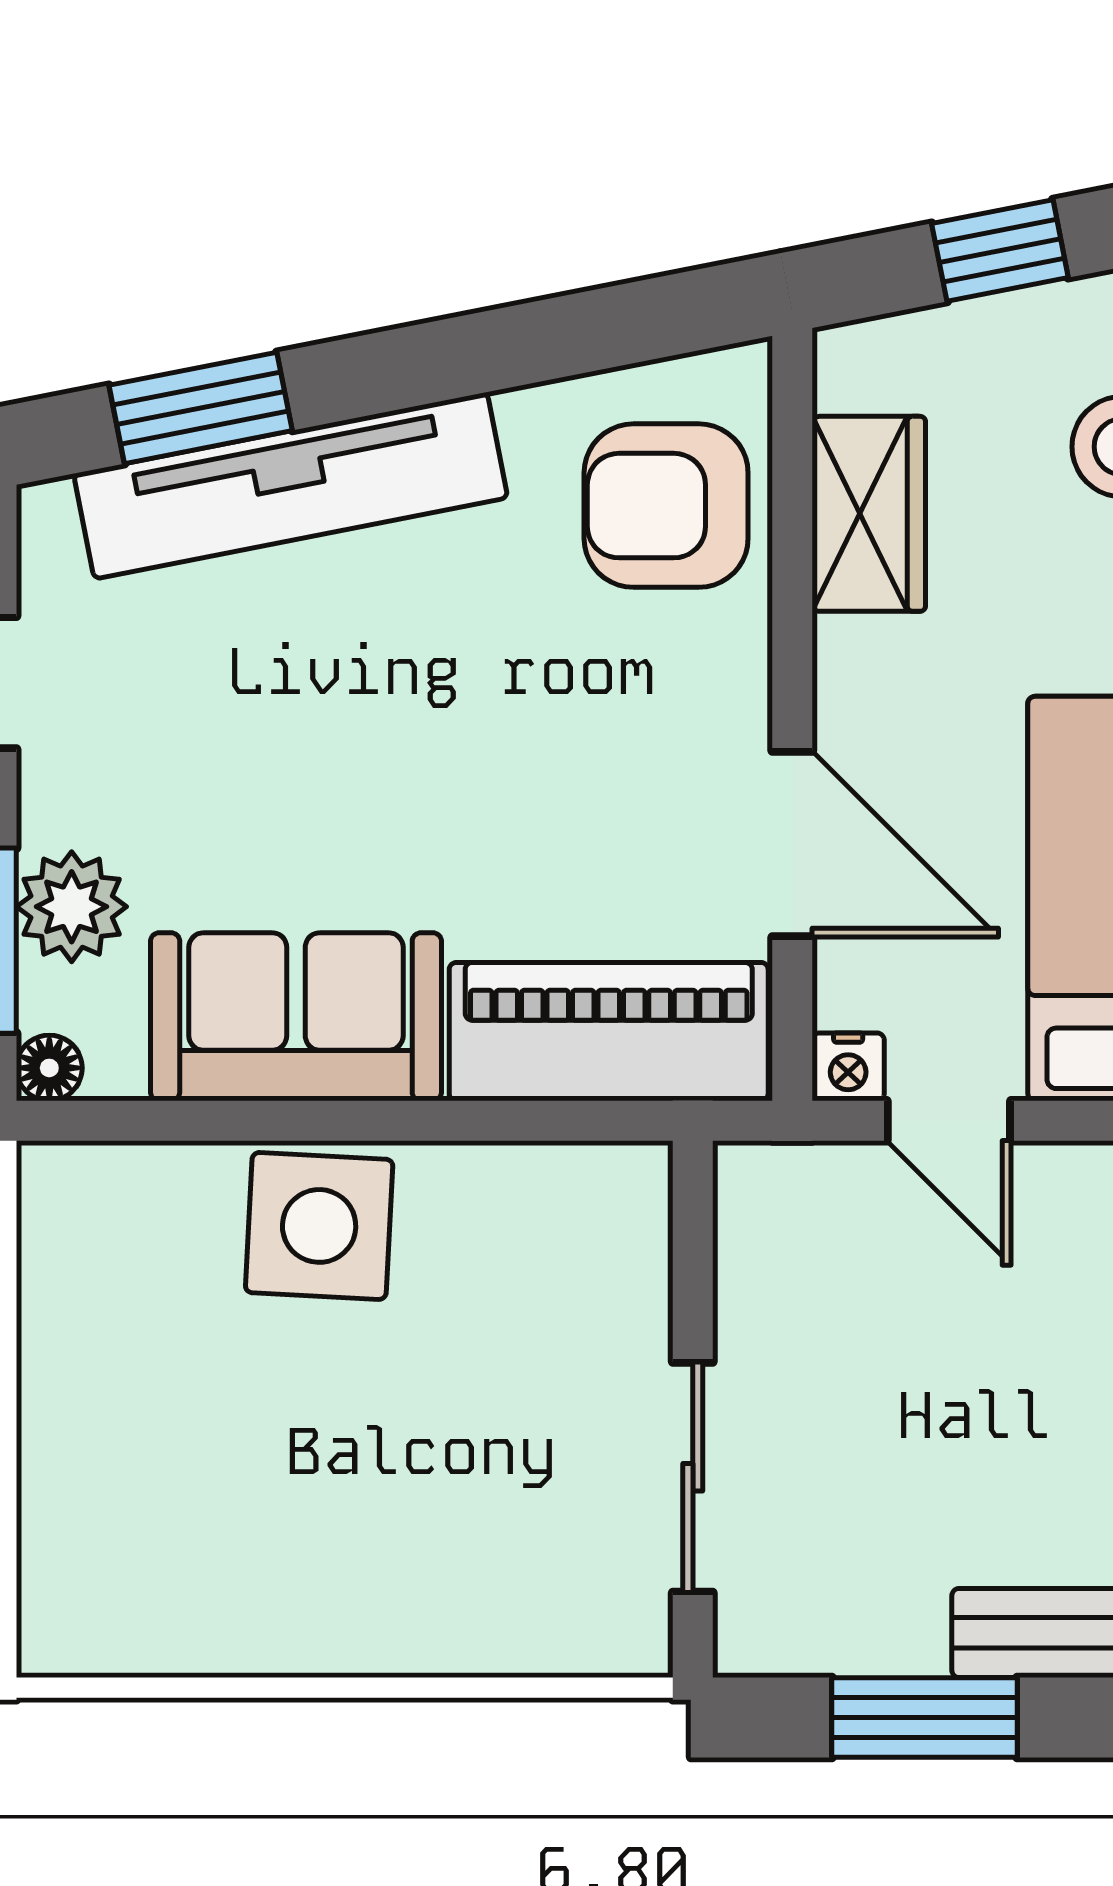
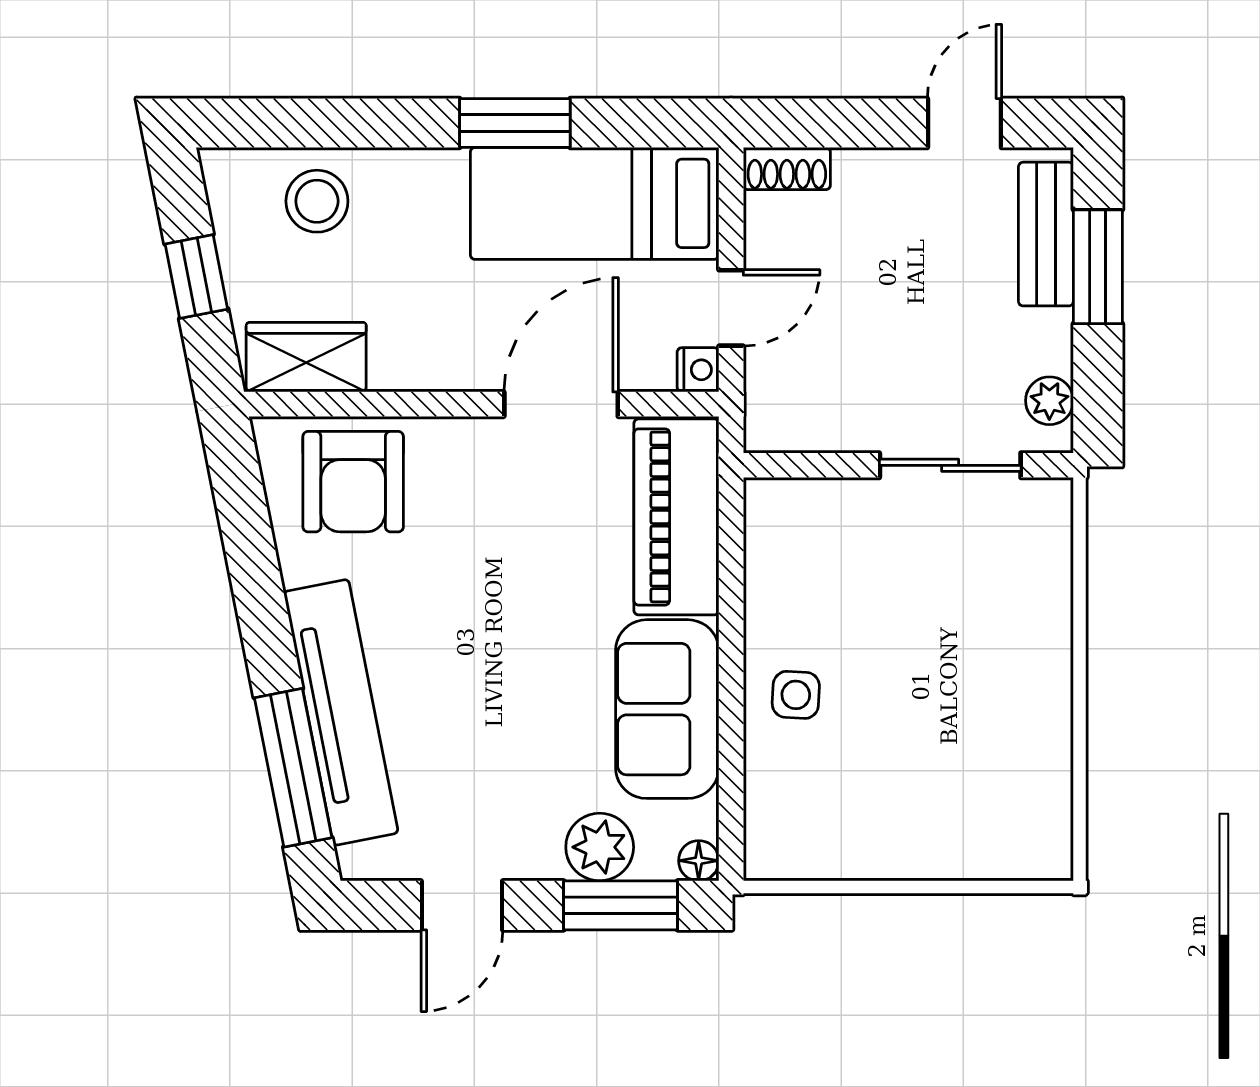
window: (201, 408) -> (293, 768), width x1.44
wardrobe: (869, 514) -> (306, 357), moved
side table: (319, 1226) -> (796, 695), width x0.54, depth x0.54
plant: (798, 1639) -> (1049, 401), added
window: (925, 1717) -> (1098, 267), moved

